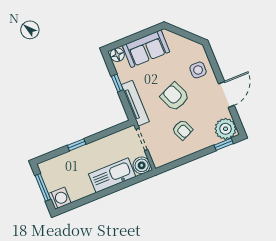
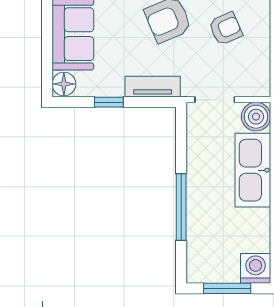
tv unit: (135, 103) -> (153, 87), width x0.71
window: (77, 145) -> (181, 207), width x2.17

